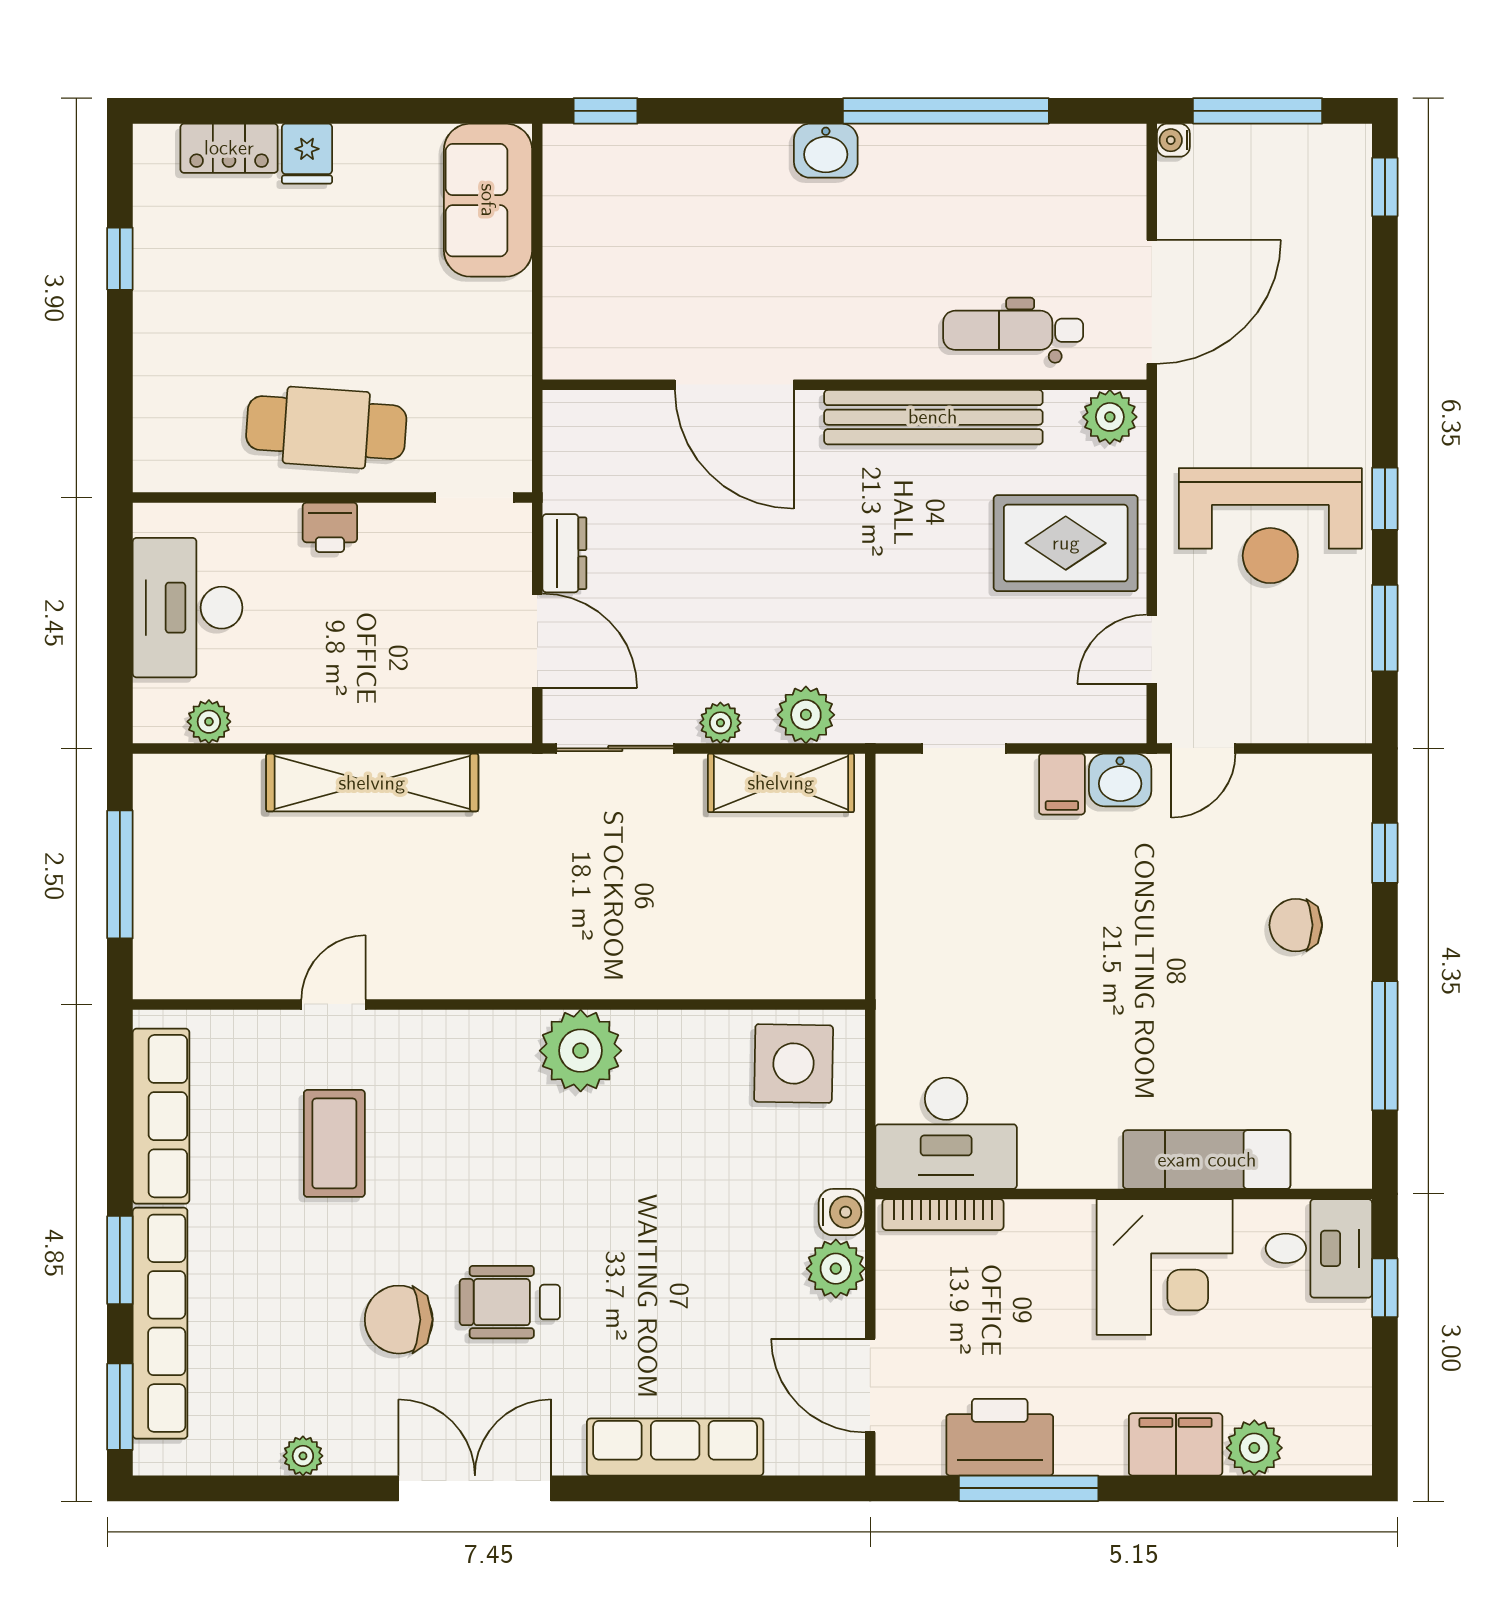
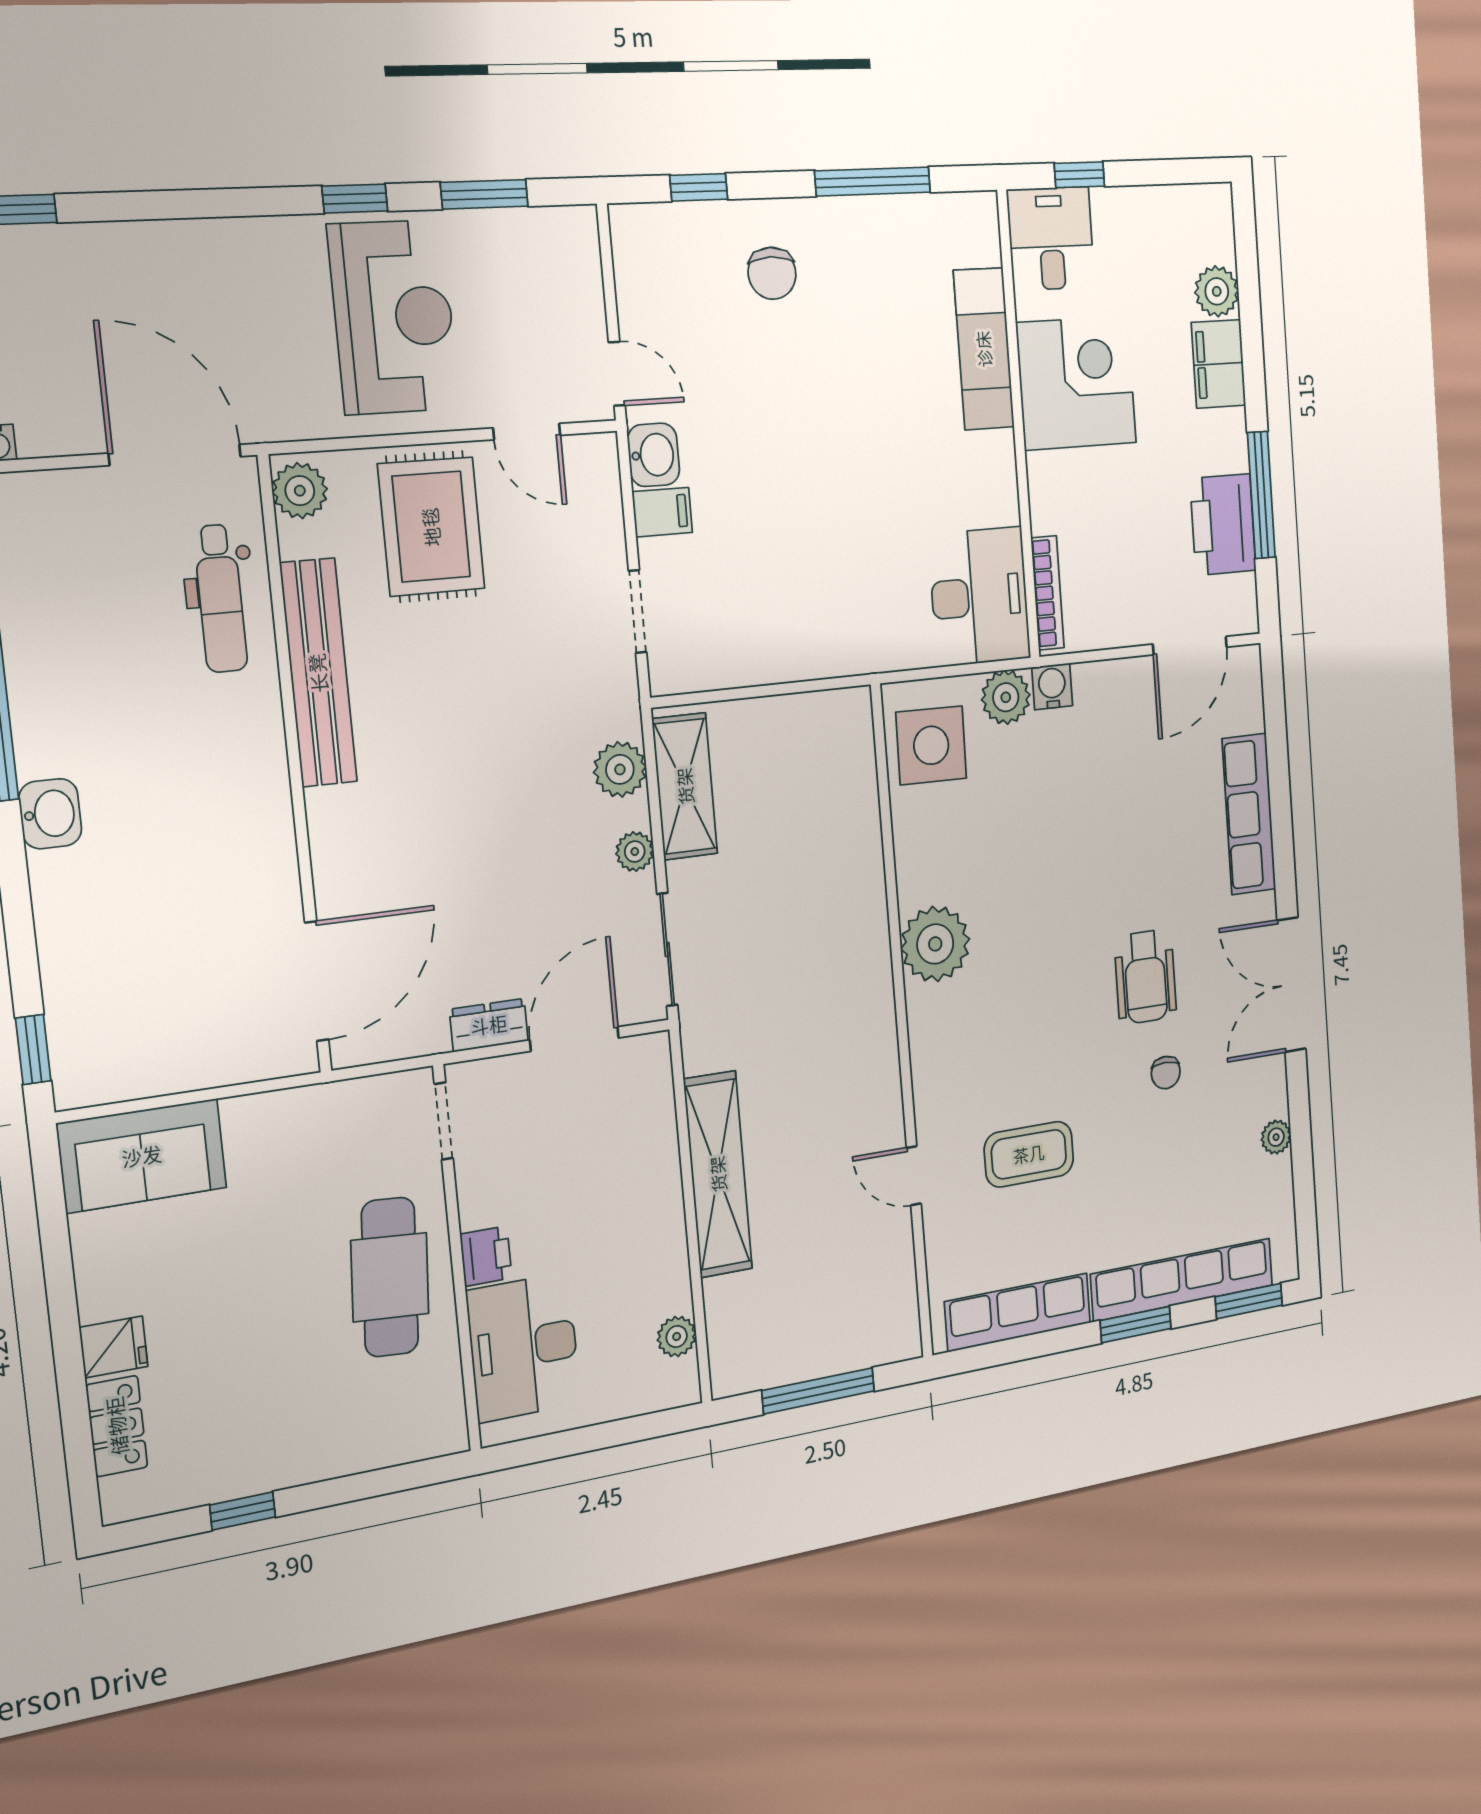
door: (734, 385) -> (317, 981), moved
desk: (188, 608) -> (524, 1347), moved, turned 90
plant: (836, 1269) -> (1006, 697), moved
chair: (399, 1320) -> (1166, 1073), width x0.54, depth x0.54

